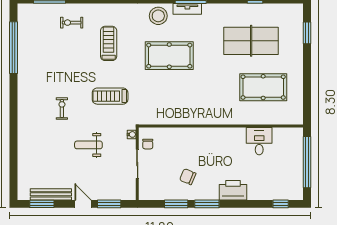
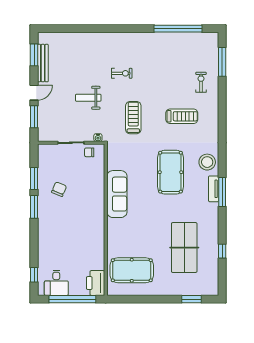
pool table: (263, 87) -> (132, 270), moved, turned 90
sofa: (193, 114) -> (117, 194), added
desk: (259, 141) -> (56, 283), moved, turned 90
weight bench: (88, 145) -> (88, 98), turned -90
printer: (233, 190) -> (96, 283), moved, turned 180

